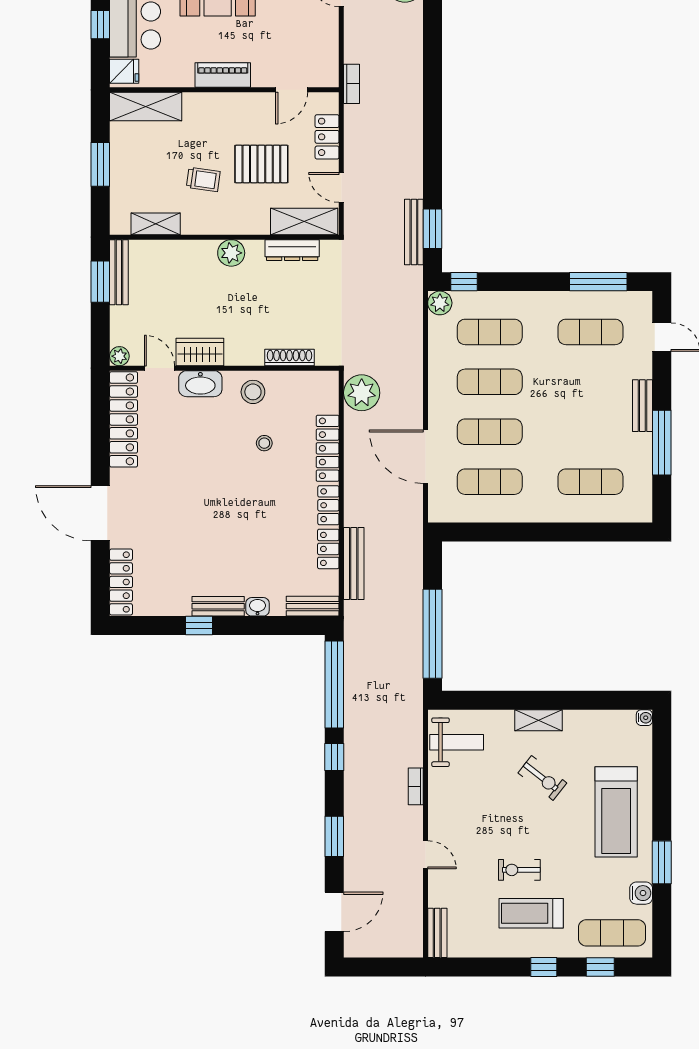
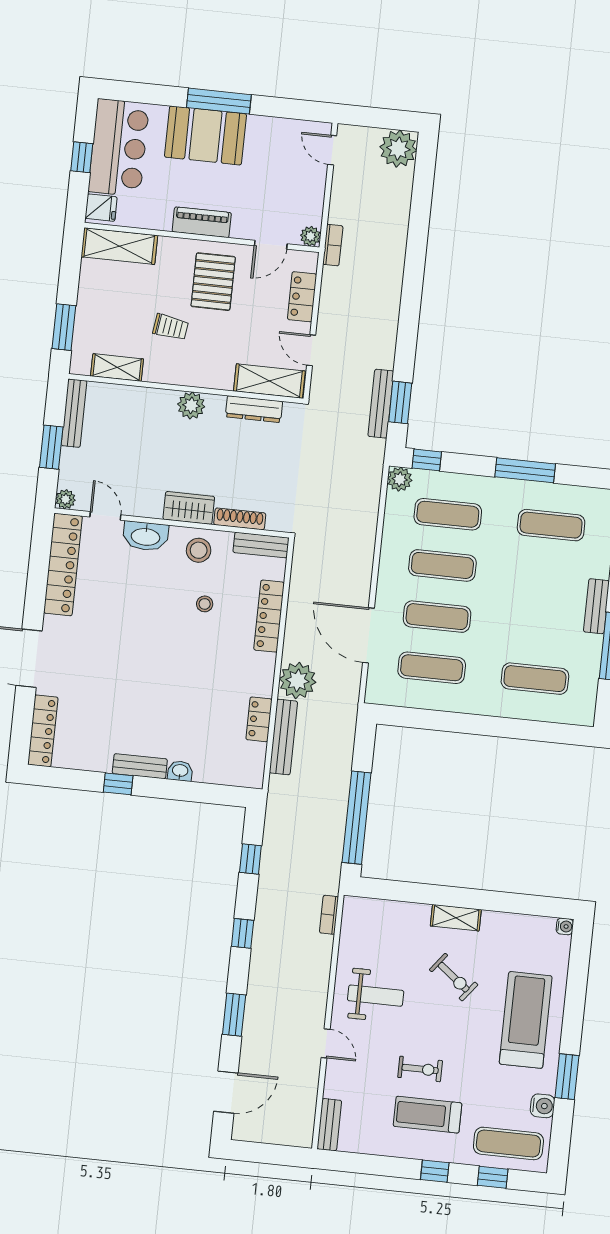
plant: (329, 78) -> (310, 236), added
window: (100, 164) -> (64, 327), moved
pallet: (261, 164) -> (213, 282), moved, turned 90
window: (100, 282) -> (51, 447), moved
window: (598, 282) -> (525, 470), moved
wardrobe: (200, 352) -> (189, 508), moved
plant: (362, 393) -> (298, 681), moved
locker: (328, 505) -> (264, 675), removed
bench: (313, 606) -> (261, 545), moved
window: (334, 685) -> (250, 859), width x0.32
weight bench: (457, 742) -> (376, 996), moved
bookcase: (416, 786) -> (329, 915), moved
treadmill: (616, 812) -> (526, 1020), turned 180
exercise bike: (519, 870) -> (420, 1069), turned 180

